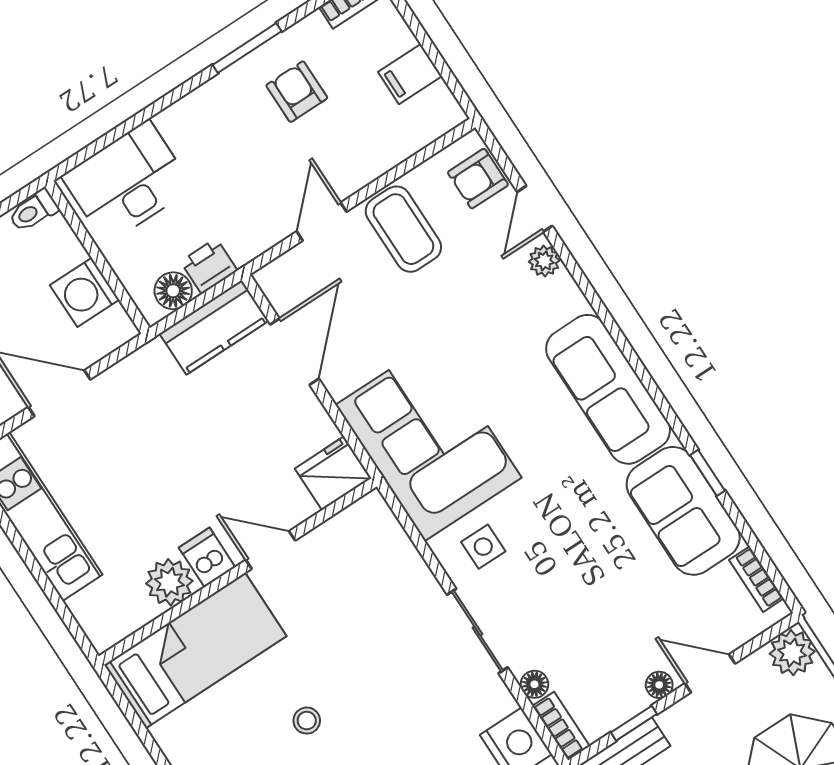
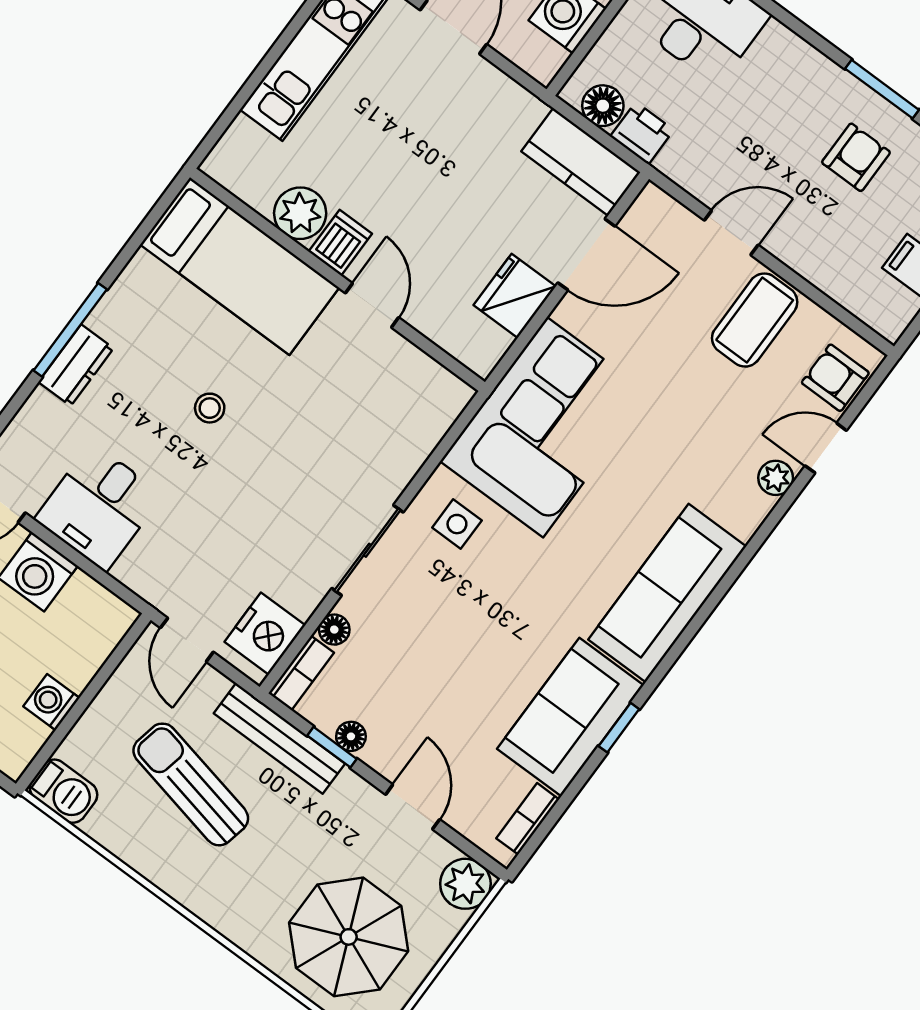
fridge: (333, 474) -> (515, 296), moved, turned -90
floor lamp: (659, 685) -> (351, 736), moved

